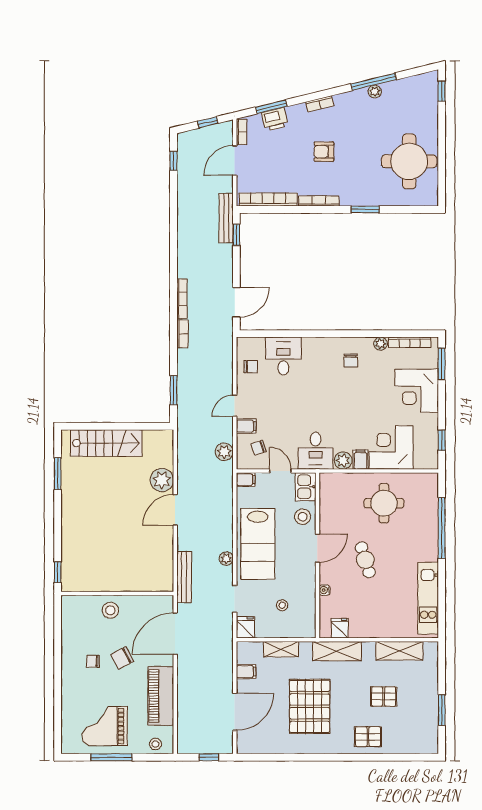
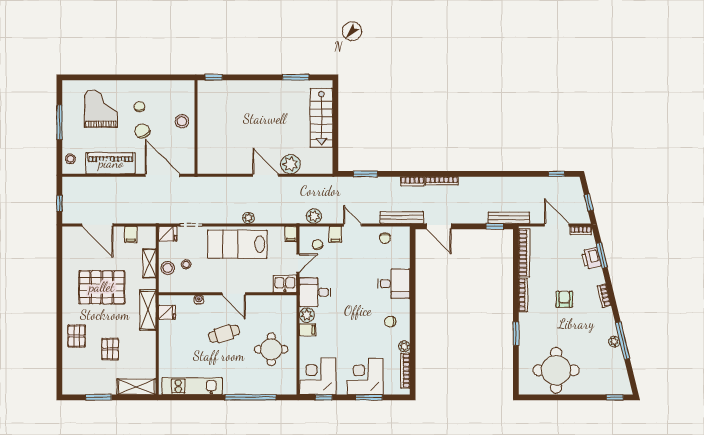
desk: (283, 356) -> (394, 284), moved
window: (442, 364) -> (369, 397), moved
corner desk: (391, 447) -> (318, 376), moved, turned -90
stool: (303, 517) -> (168, 268), moved
plant: (226, 559) -> (248, 218), moved
bench: (184, 577) -> (402, 217), moved
shelving: (399, 651) -> (137, 387), moved, turned 90
grand piano: (105, 726) -> (101, 109), moved

